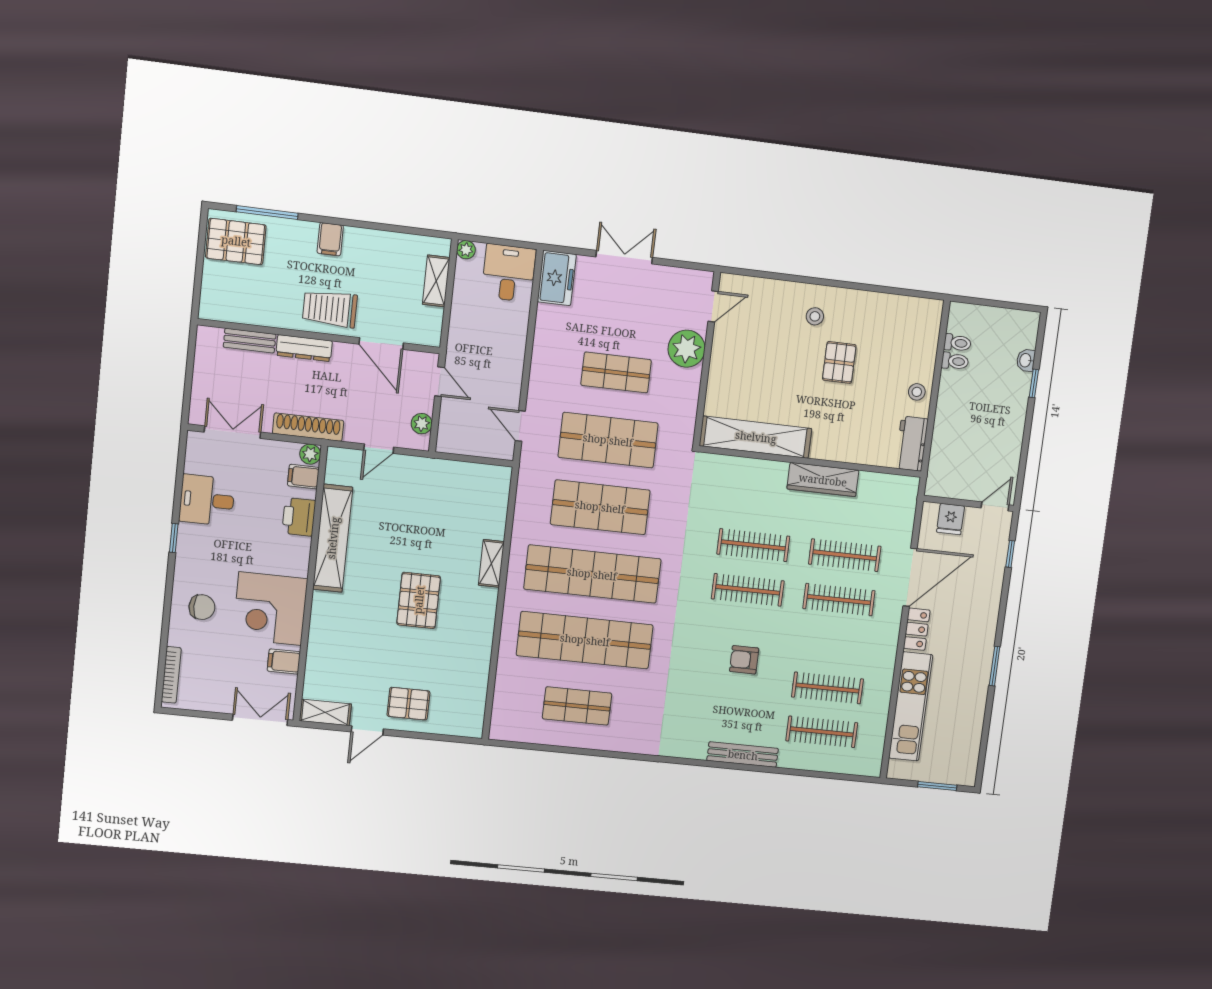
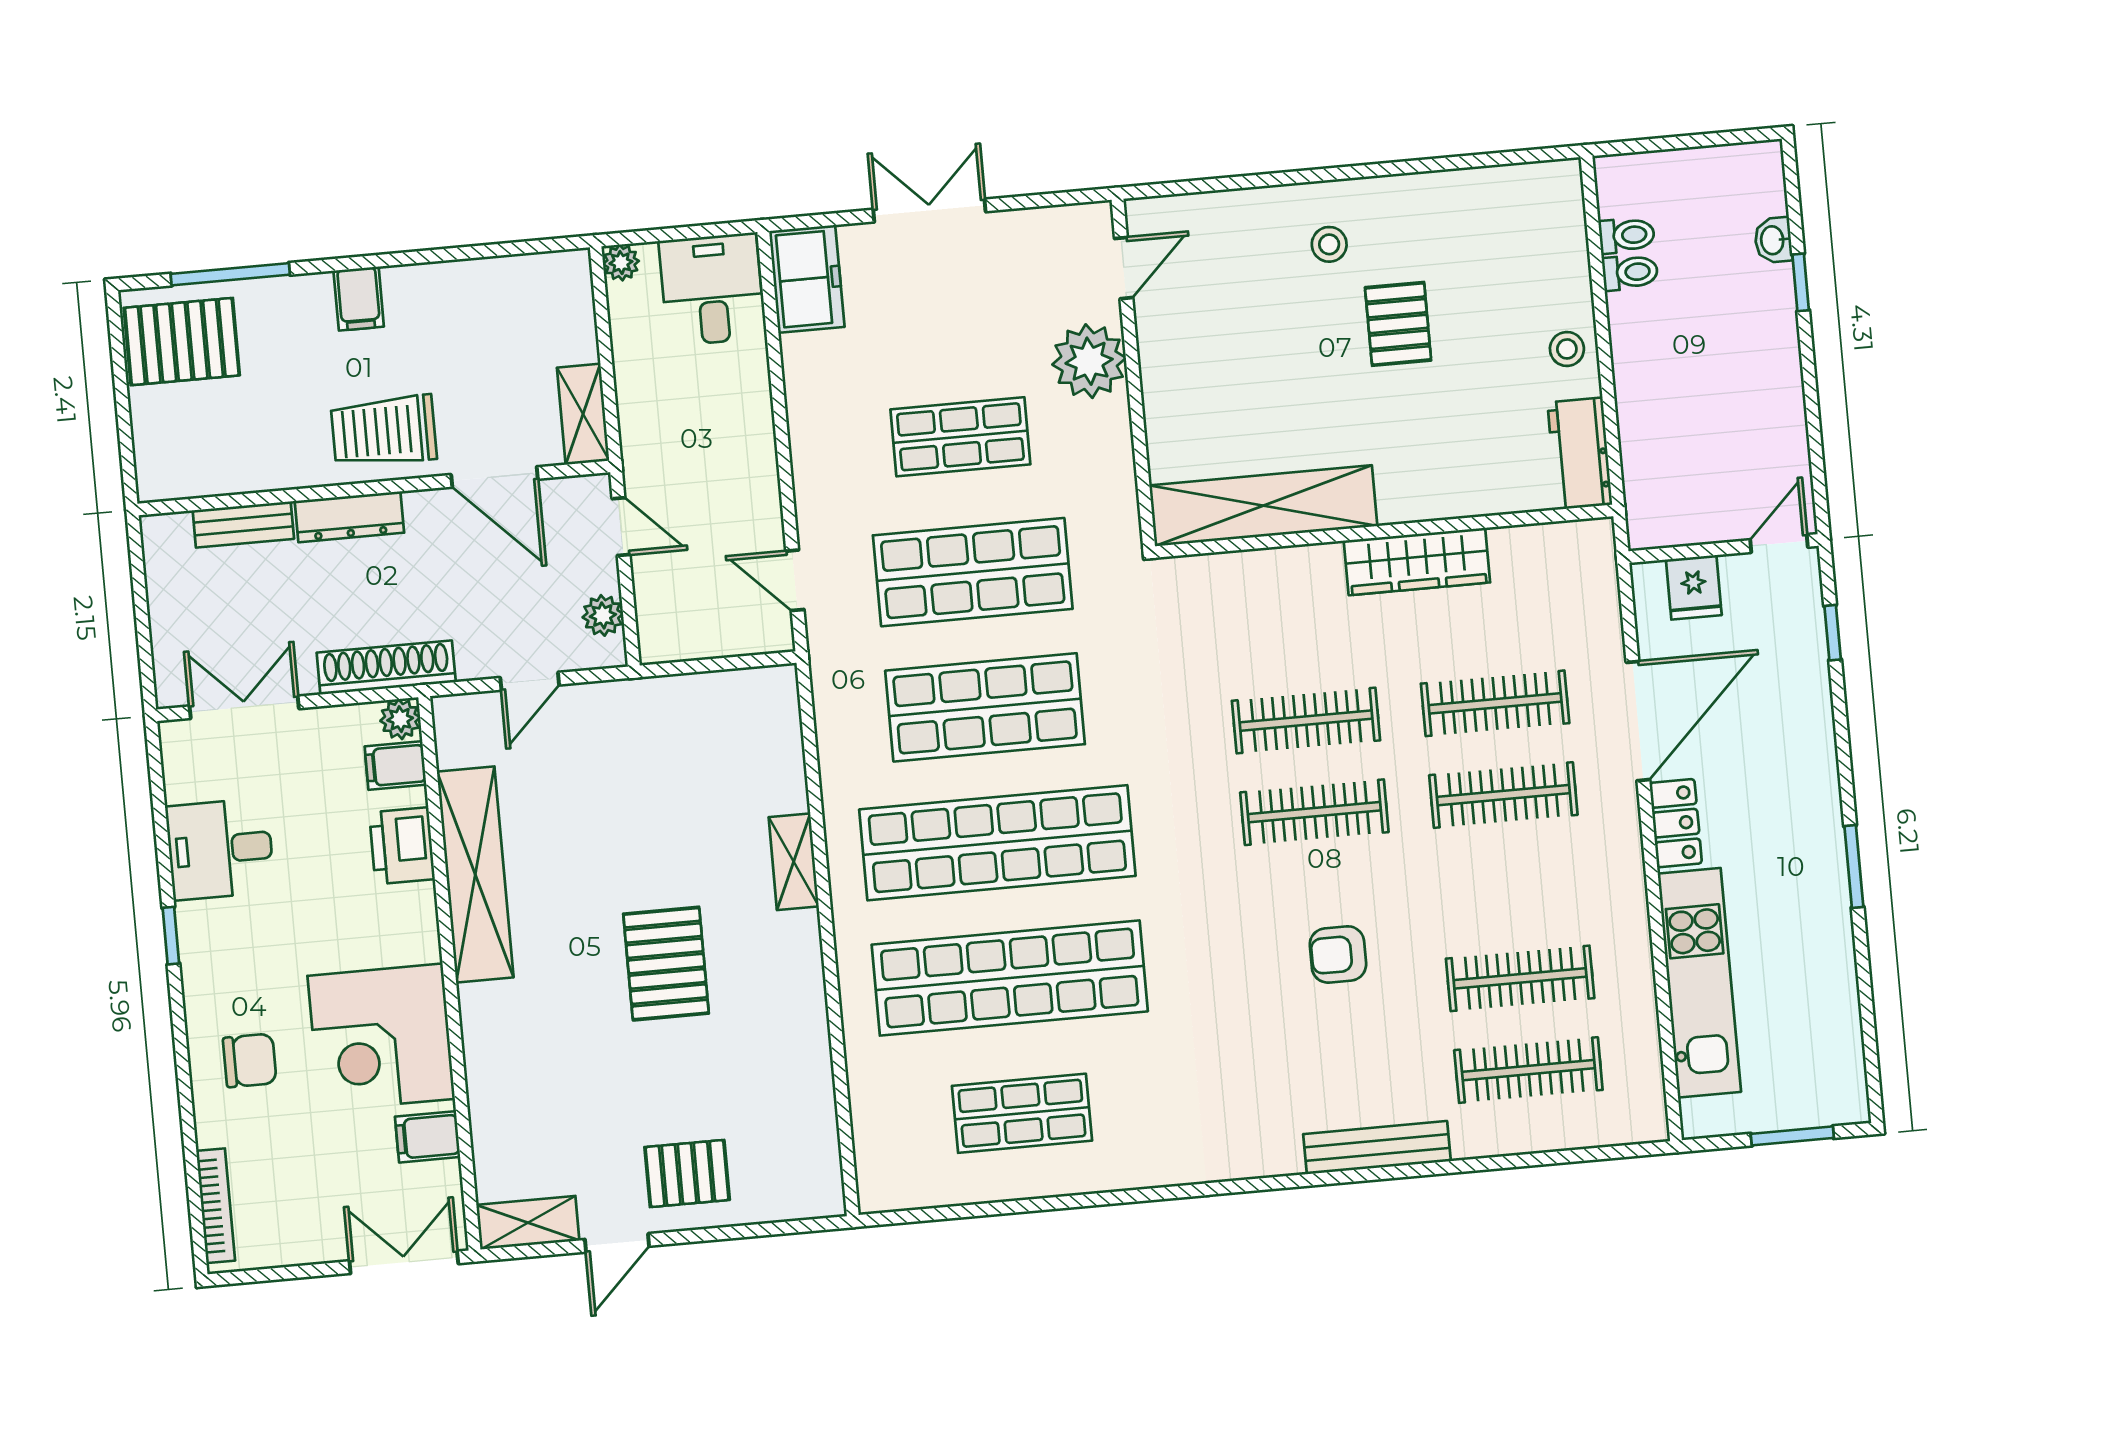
shelving: (436, 281) -> (583, 414), moved

